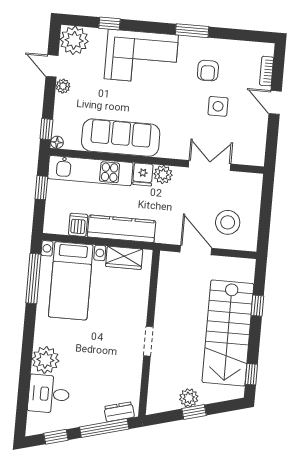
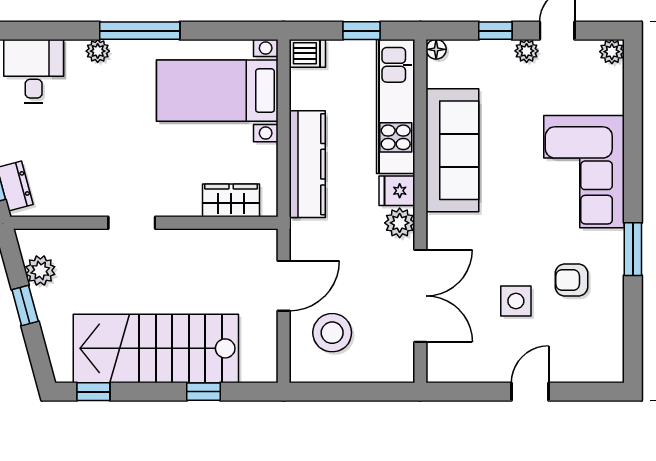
window: (109, 23) -> (633, 116), removed
plant: (74, 40) -> (612, 52), width x0.53, depth x0.53
bookcase: (267, 71) -> (579, 373), removed
window: (46, 129) -> (495, 31), moved
double door: (210, 165) -> (420, 296), width x1.37
dishwasher: (78, 225) -> (307, 53), moved
wardrobe: (124, 258) -> (231, 200), moved, turned 90
window: (33, 278) -> (140, 31), moved
plant: (45, 360) -> (98, 51), width x0.53, depth x0.53
plant: (189, 398) -> (40, 271), moved

